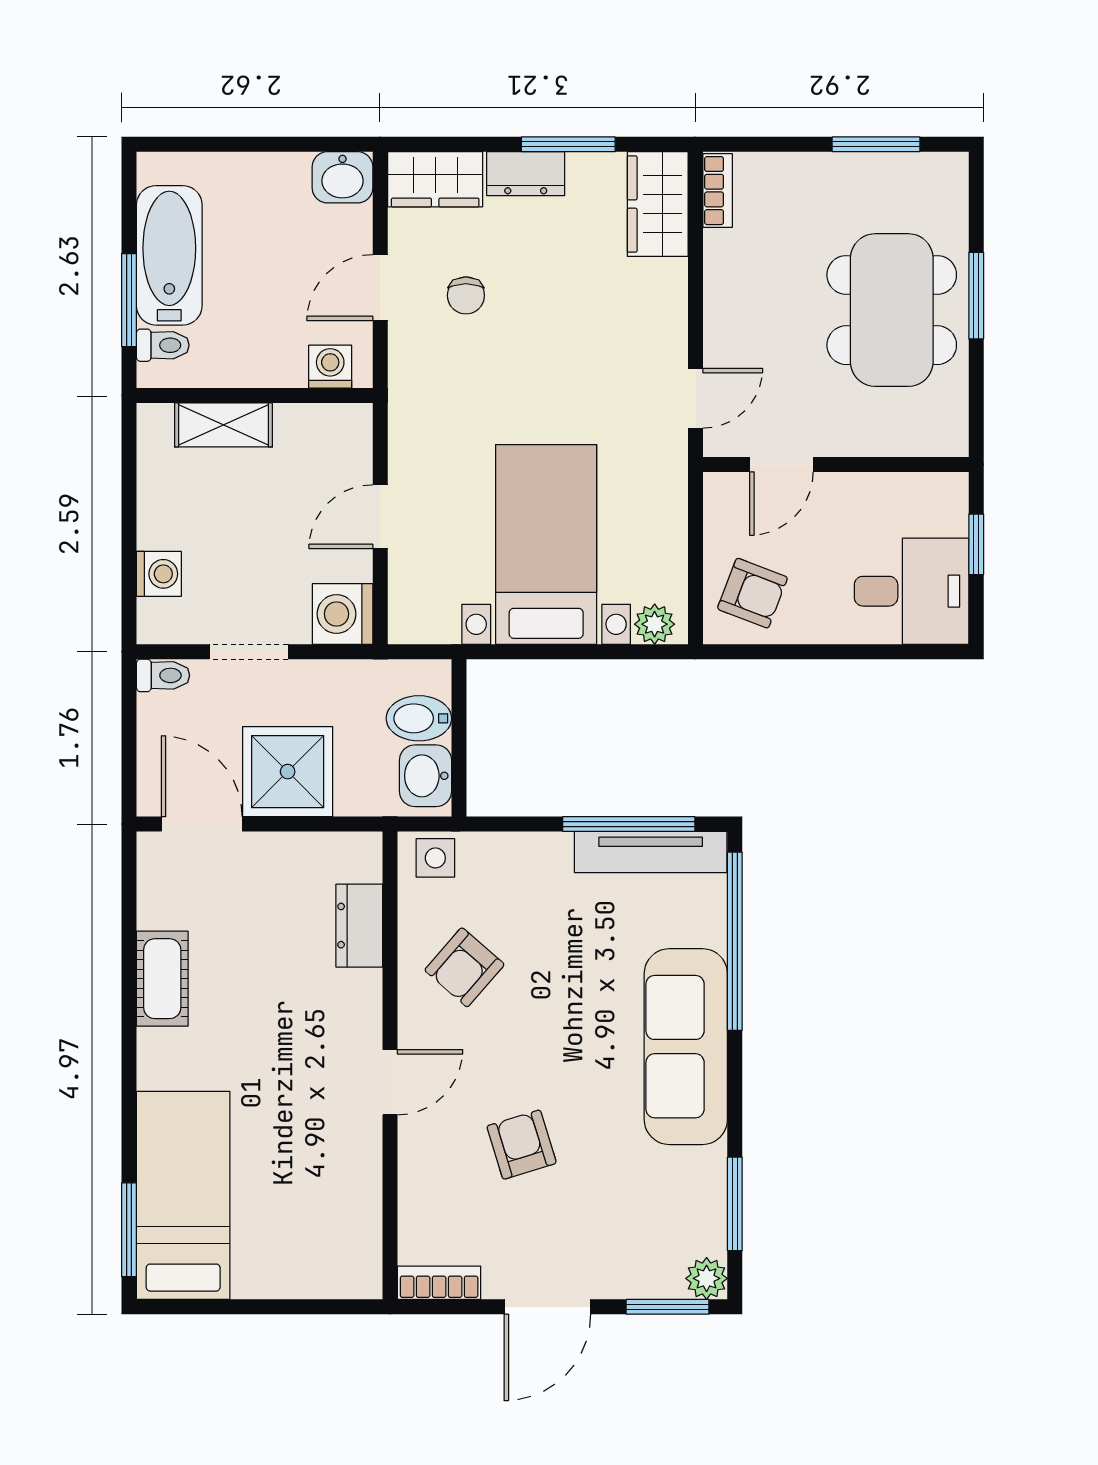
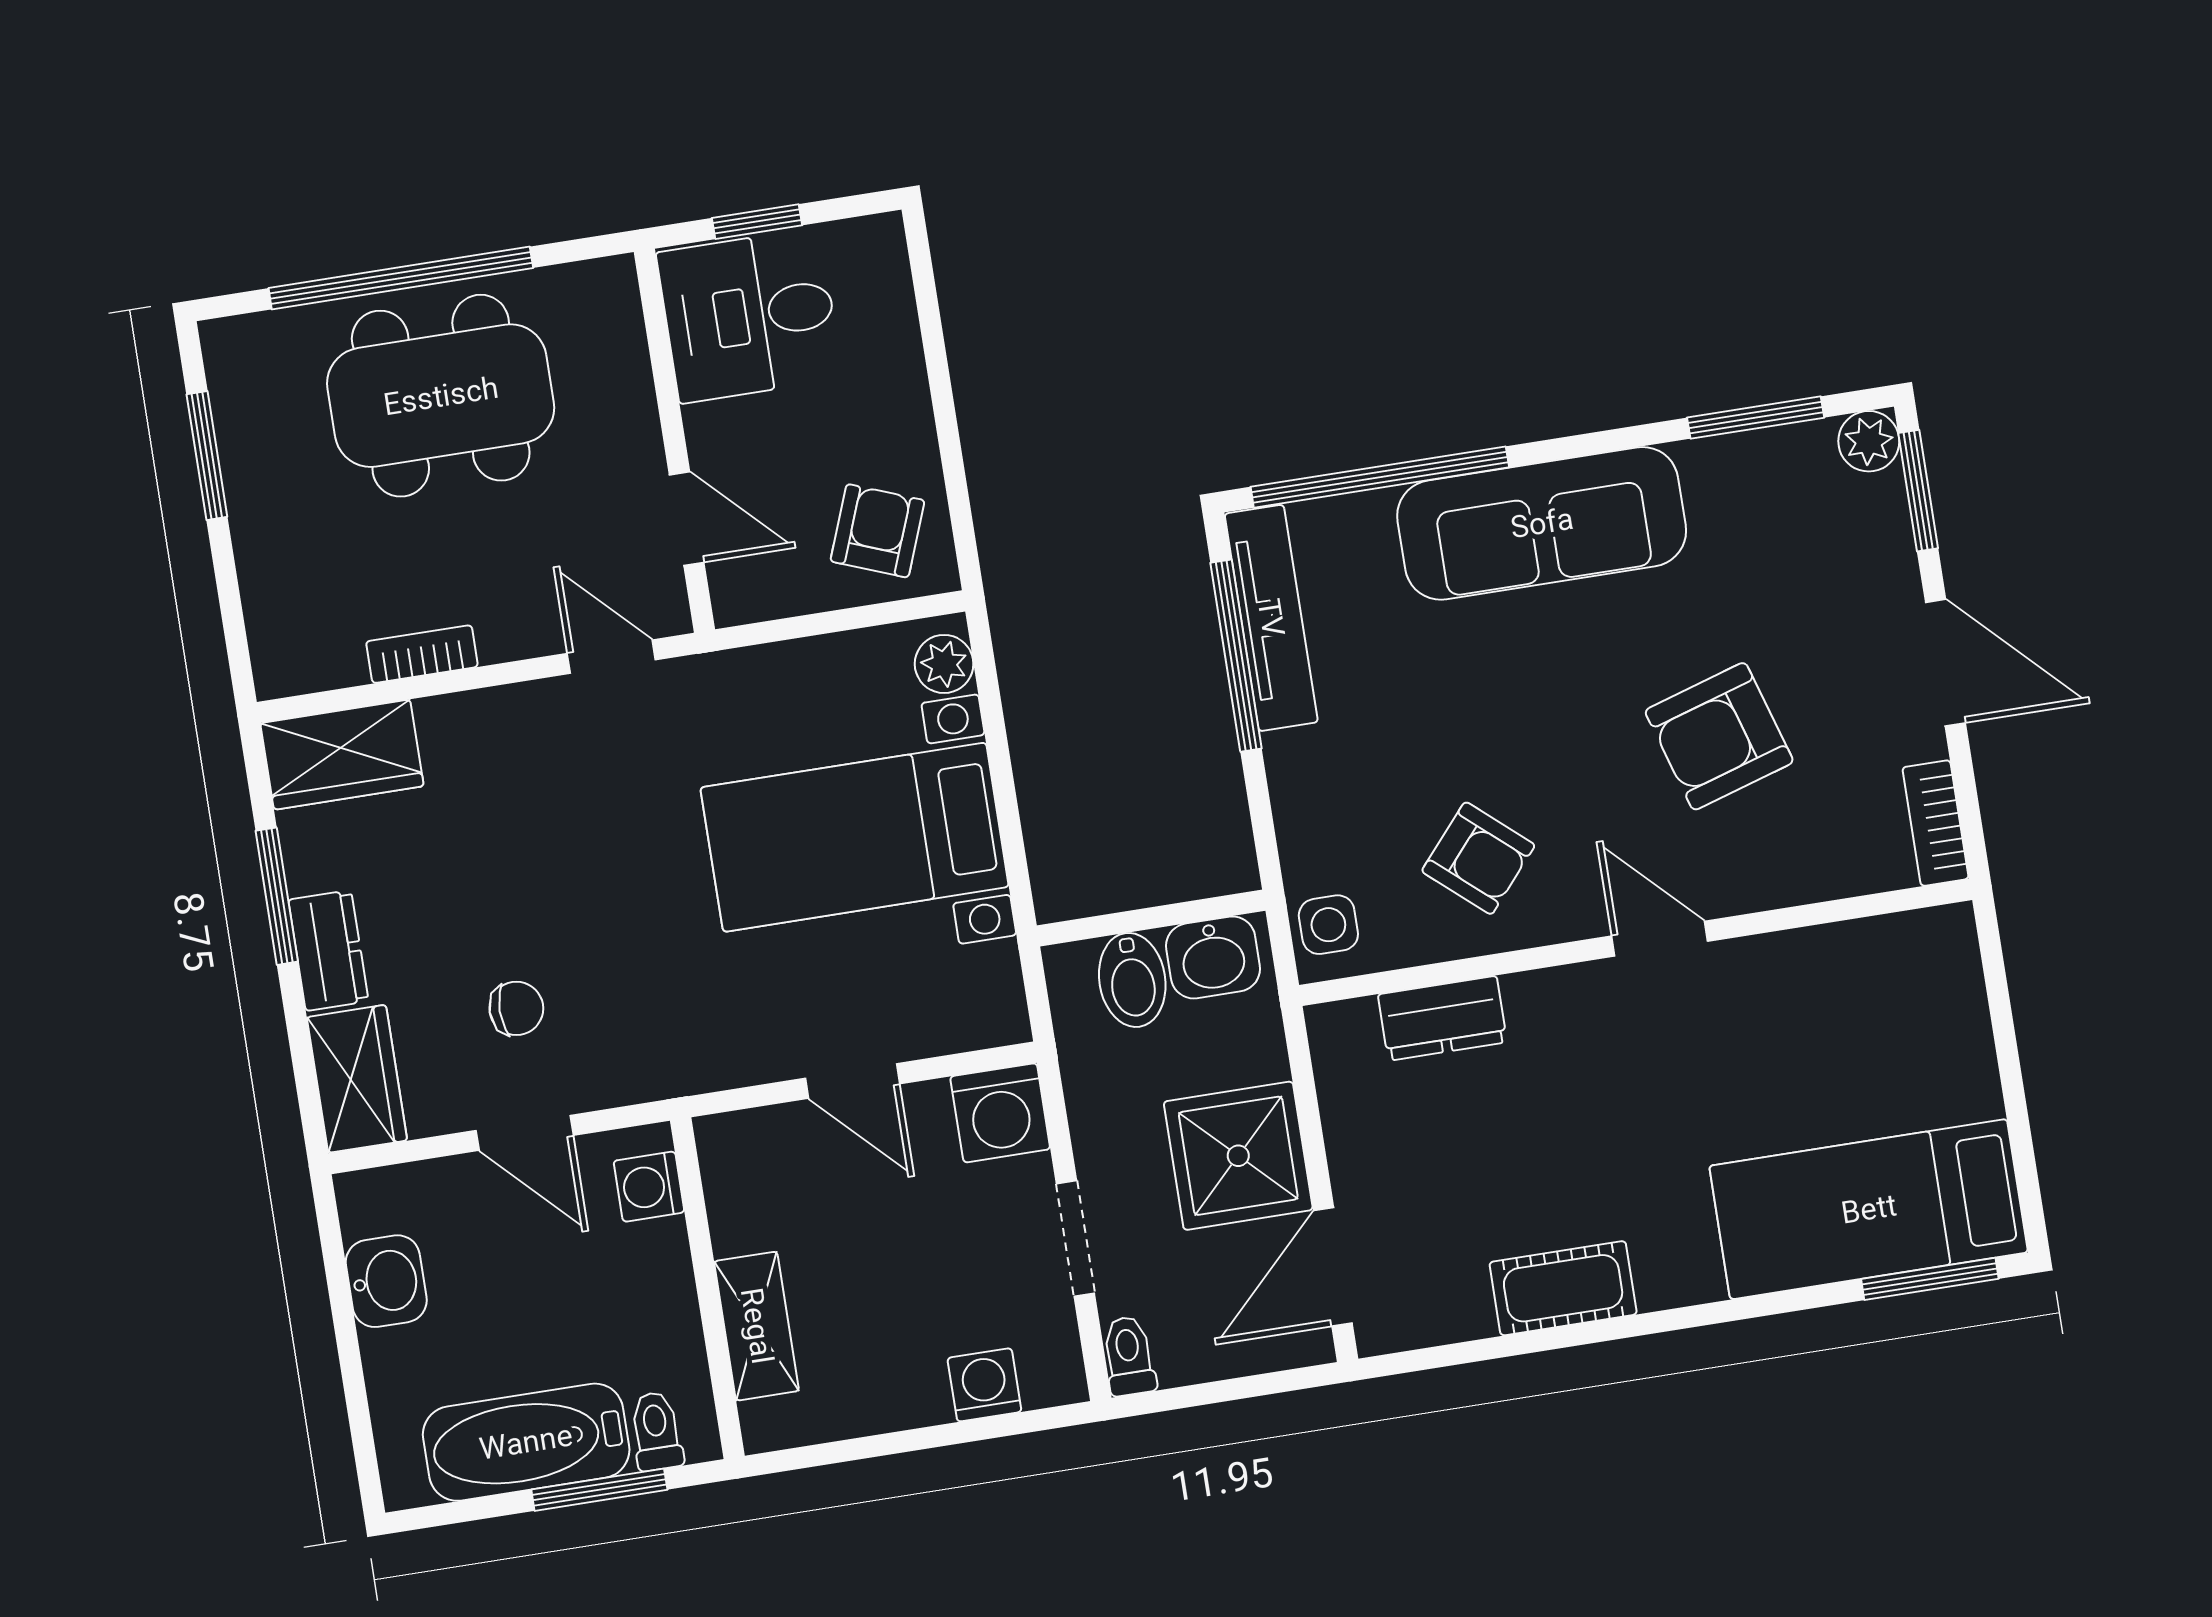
washbasin: (342, 177) -> (386, 1281), moved
bookcase: (718, 191) -> (422, 654), moved
window: (976, 296) -> (401, 278), width x2.11
desk: (912, 591) -> (749, 315), moved, turned -90
armchair: (522, 1145) -> (1719, 736), width x1.38, depth x1.38

